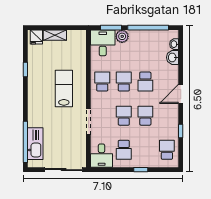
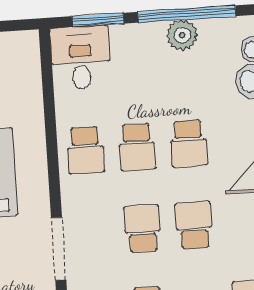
plant: (122, 36) -> (182, 35), moved
school desk: (102, 82) -> (85, 150), turned 180
school desk: (124, 82) -> (137, 147), turned 180

